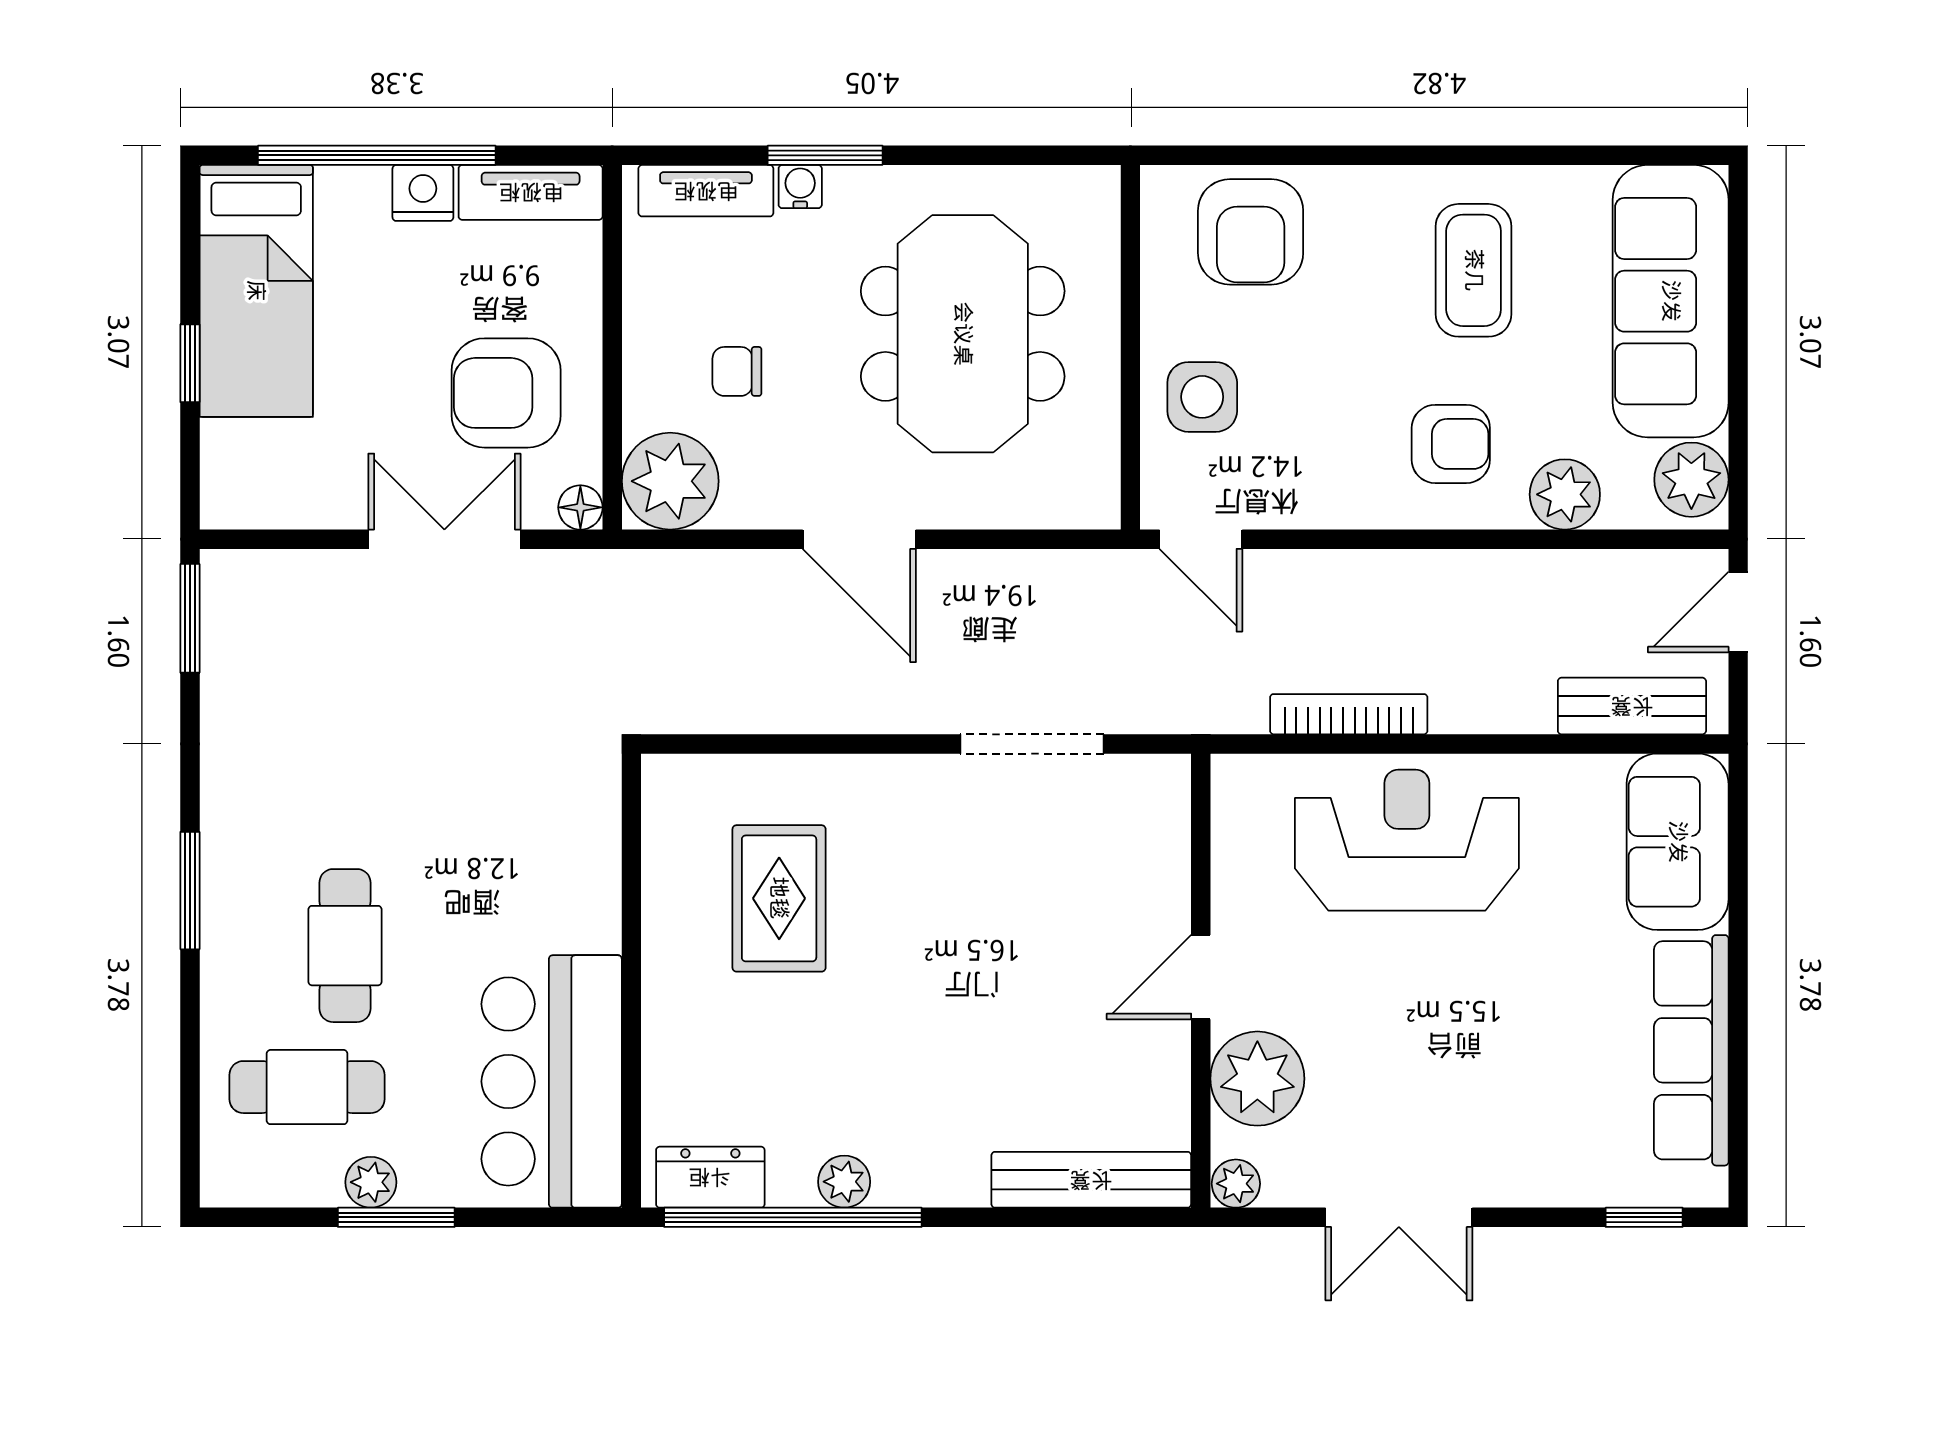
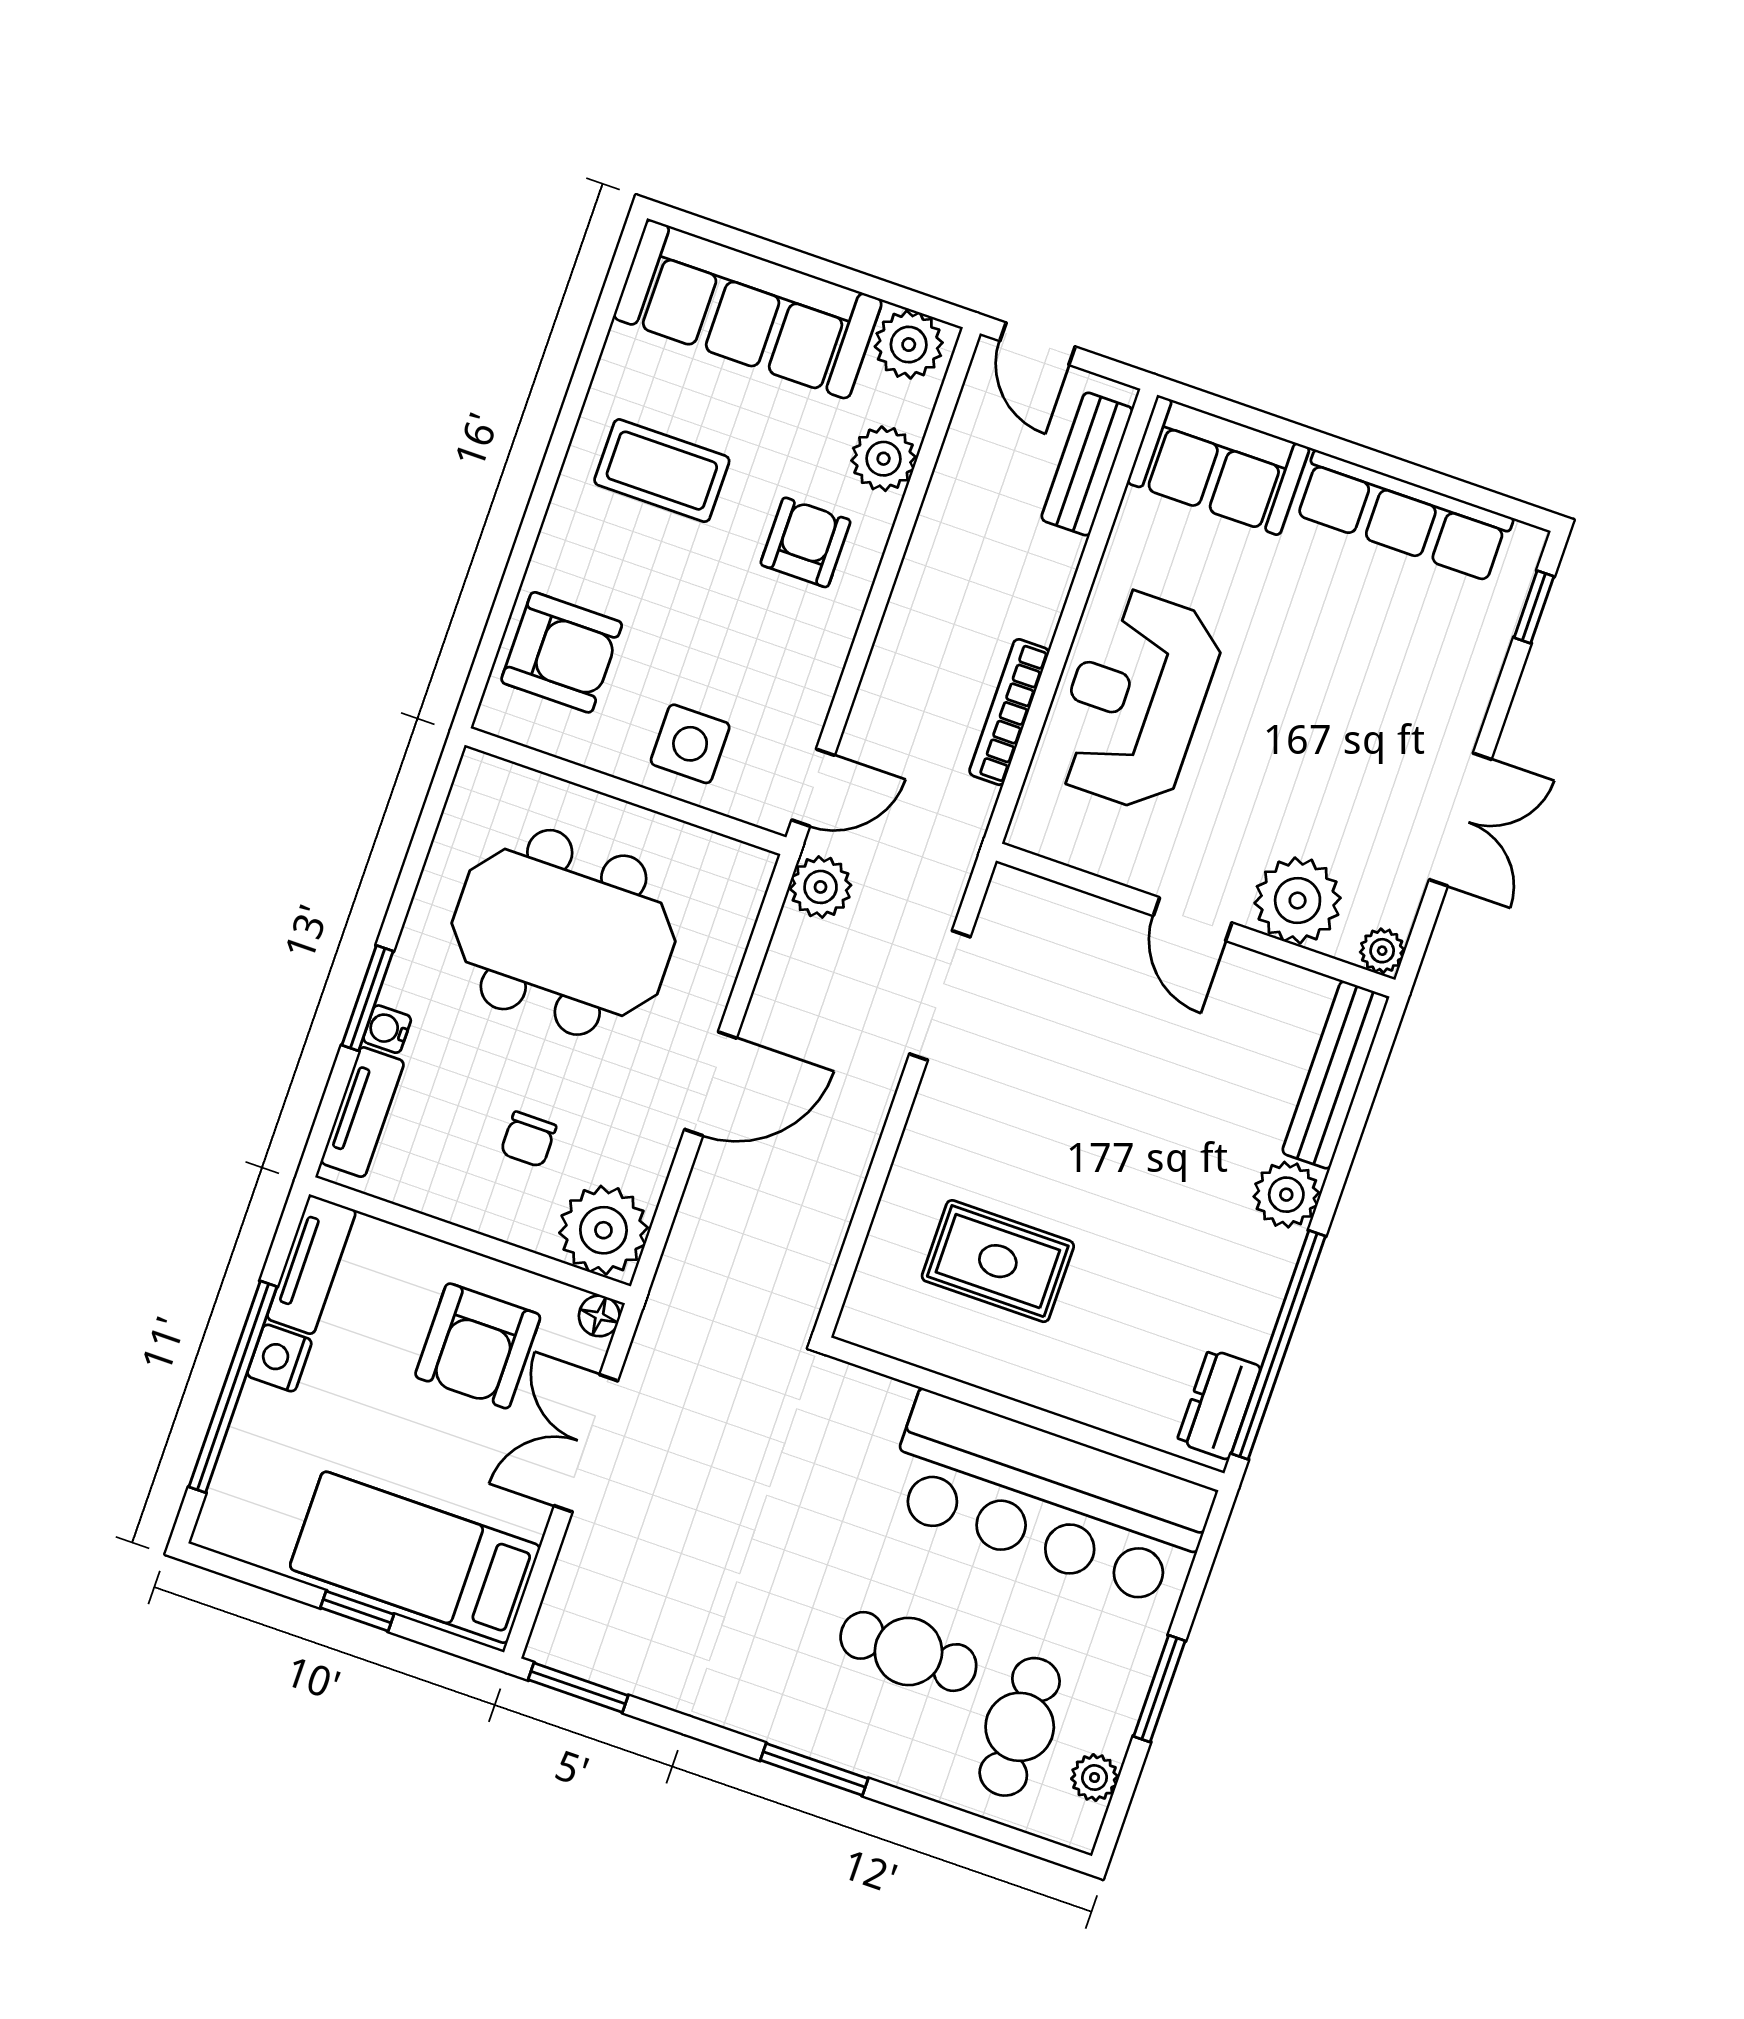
bed: (256, 291) -> (415, 1557), moved, turned 180
plant: (1101, 582) -> (821, 887), added
bar counter: (552, 1081) -> (1048, 1499), width x1.36
plant: (371, 1182) -> (1095, 1778), moved
plant: (844, 1182) -> (1286, 1195), moved, width x1.38, depth x1.38

